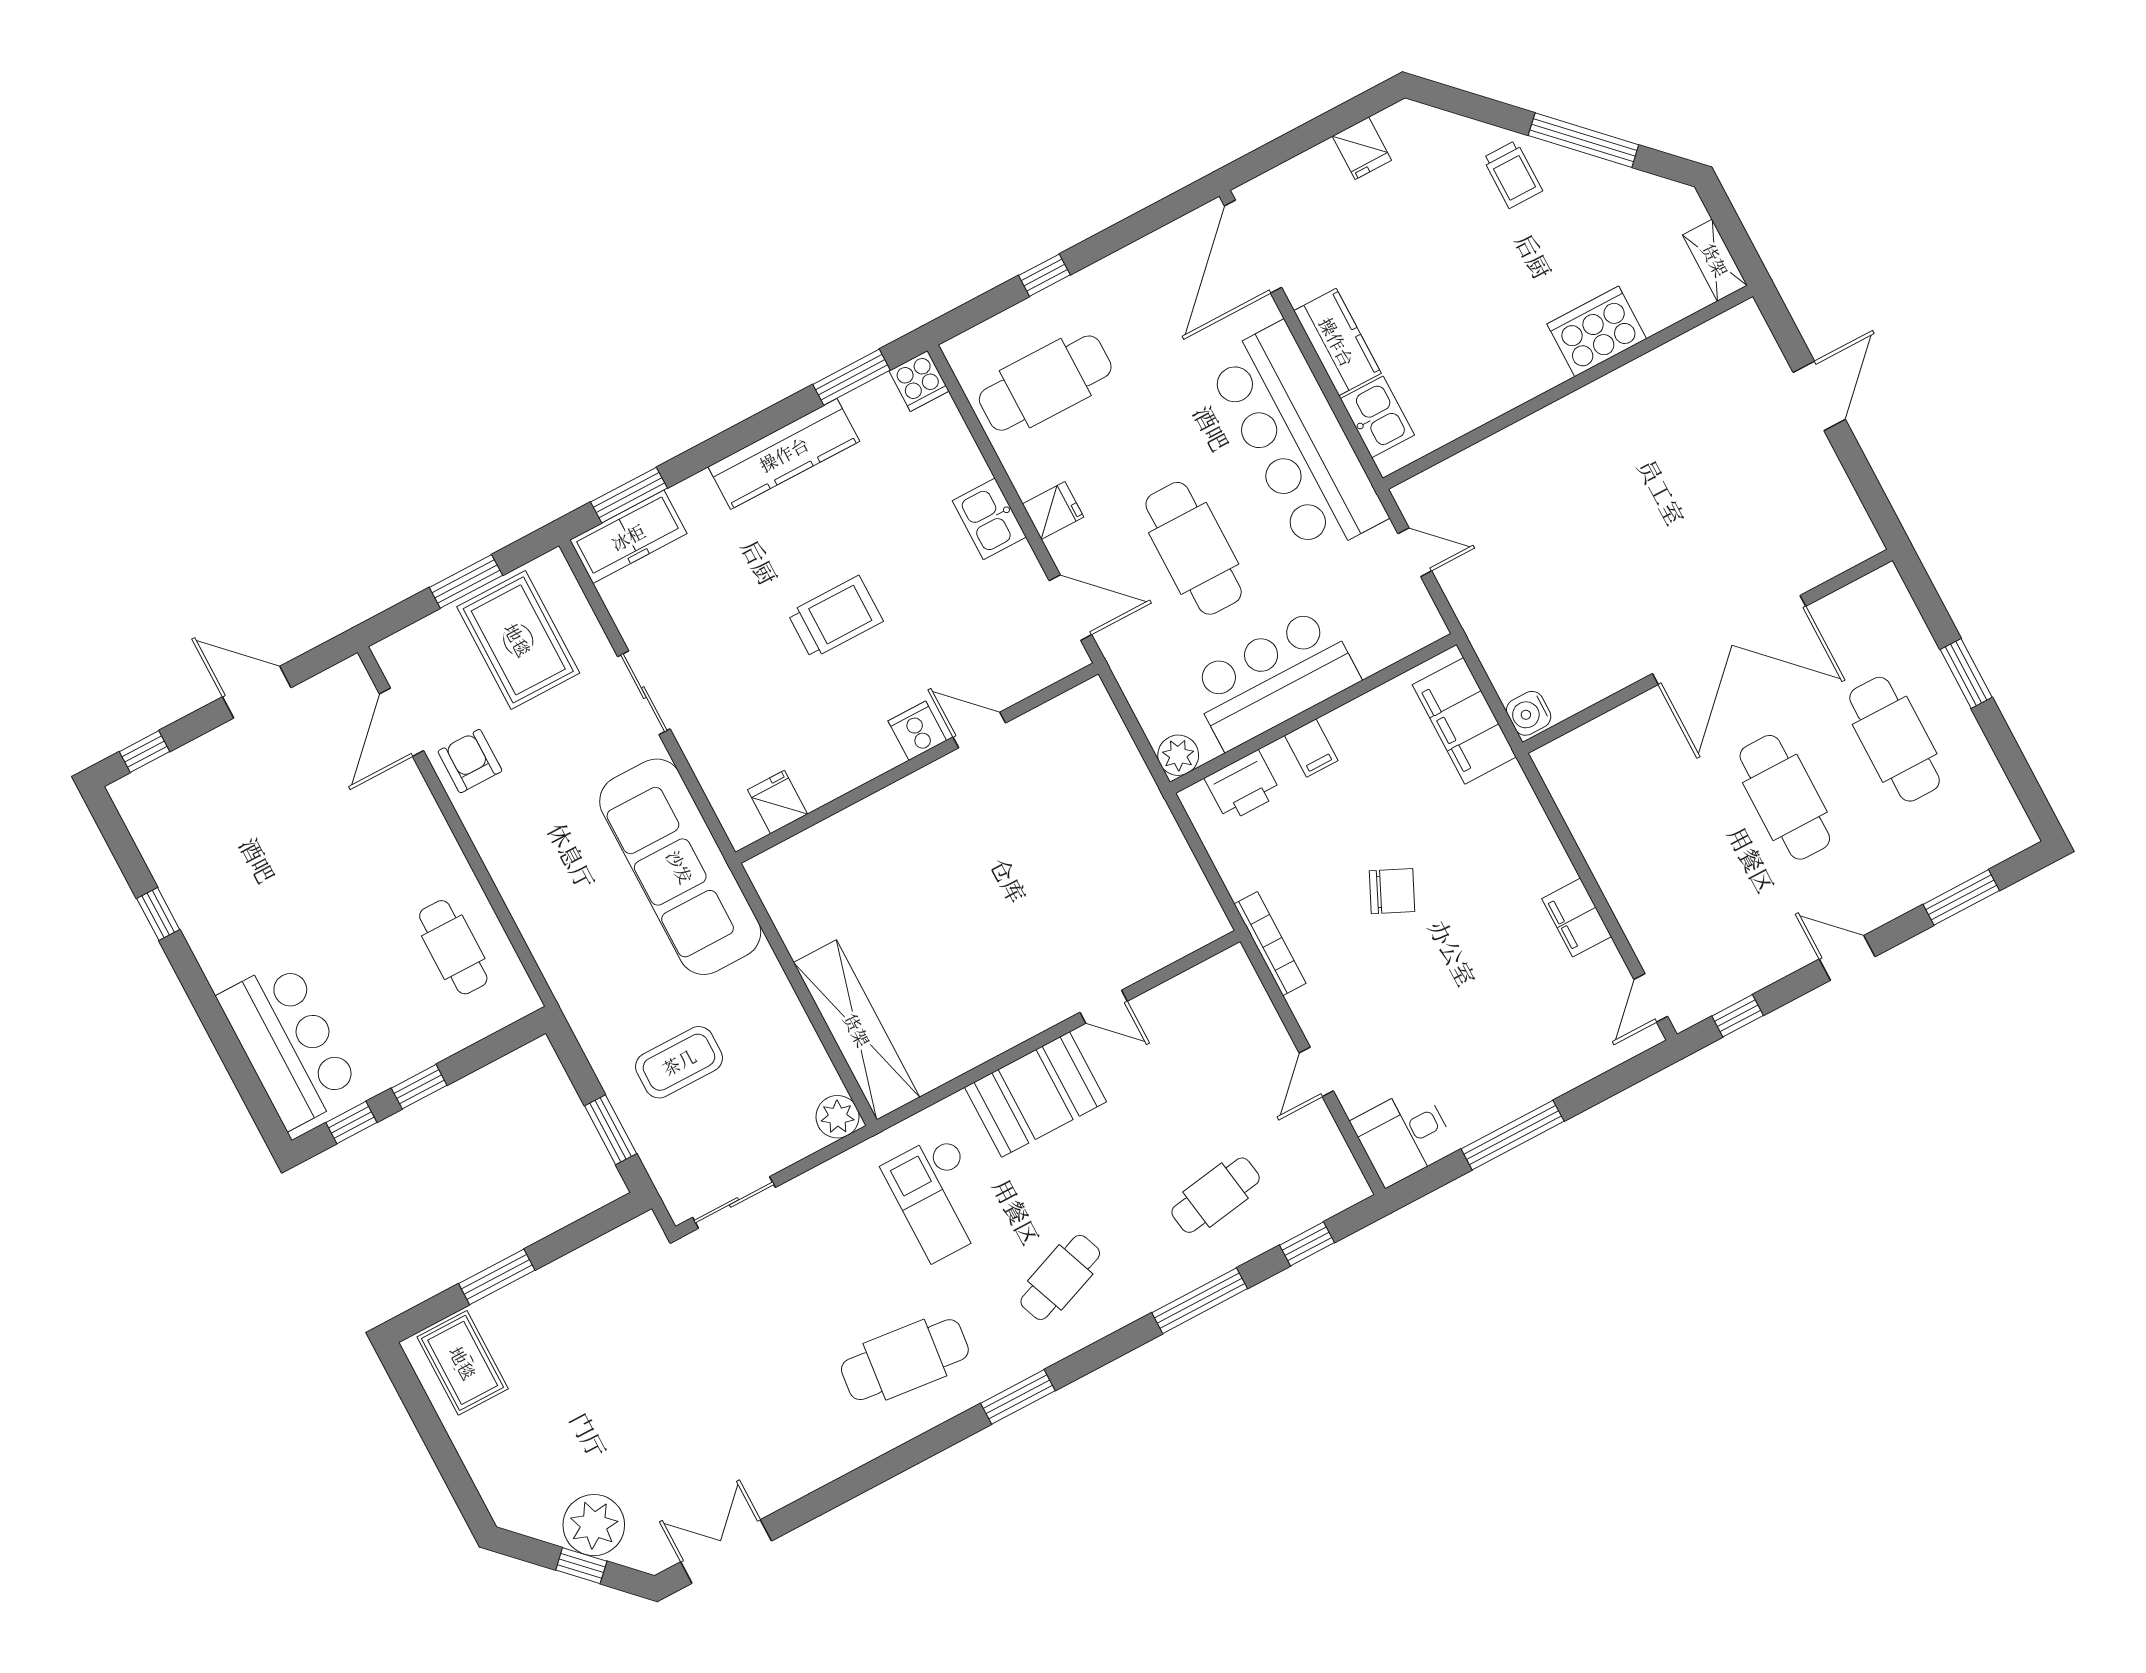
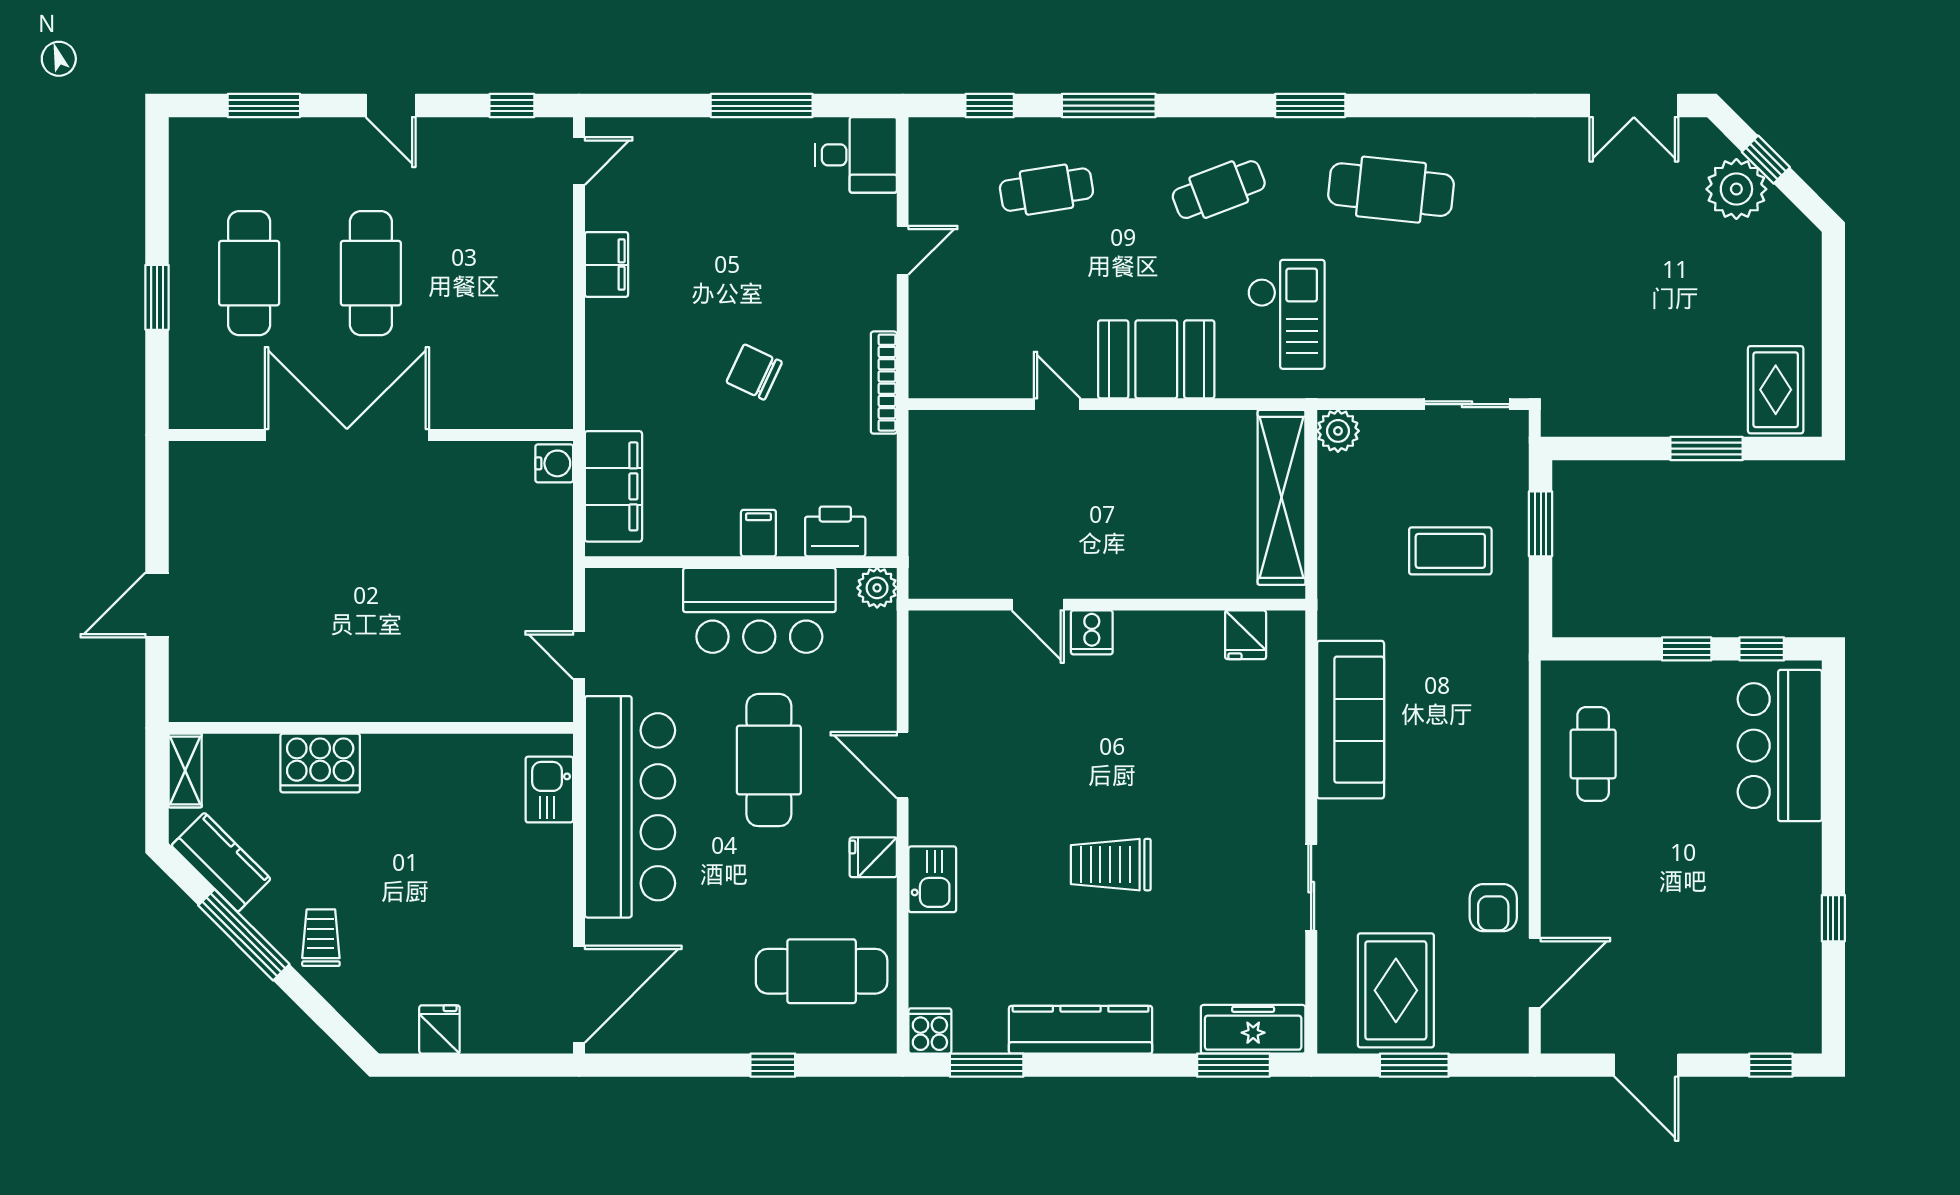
kitchen counter: (1337, 342) -> (221, 862), moved, turned 135
door: (979, 730) -> (1038, 605), moved
cooker: (917, 731) -> (1092, 632), moved
wall: (917, 763) -> (1107, 605), moved
fridge: (777, 802) -> (1246, 635), moved
sofa: (680, 867) -> (1351, 720), width x0.74, depth x0.79

